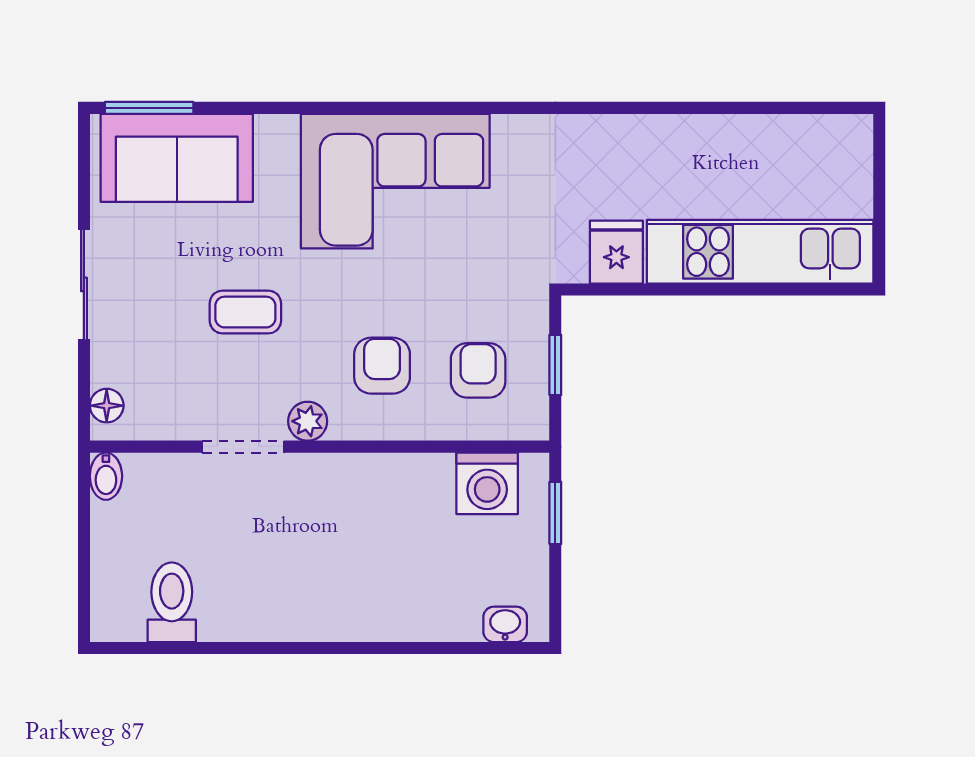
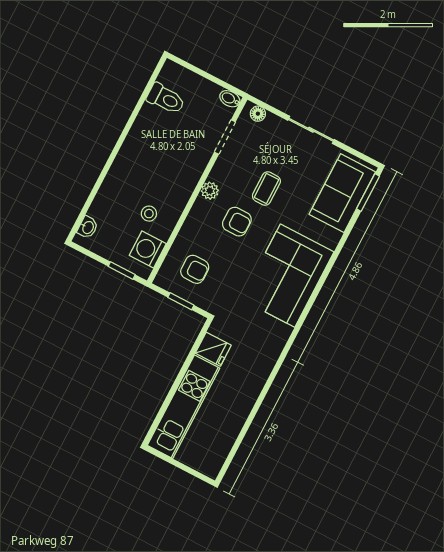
armchair: (382, 366) -> (237, 222), moved
doorway: (243, 447) -> (225, 137), moved
stool: (415, 518) -> (149, 214), added

